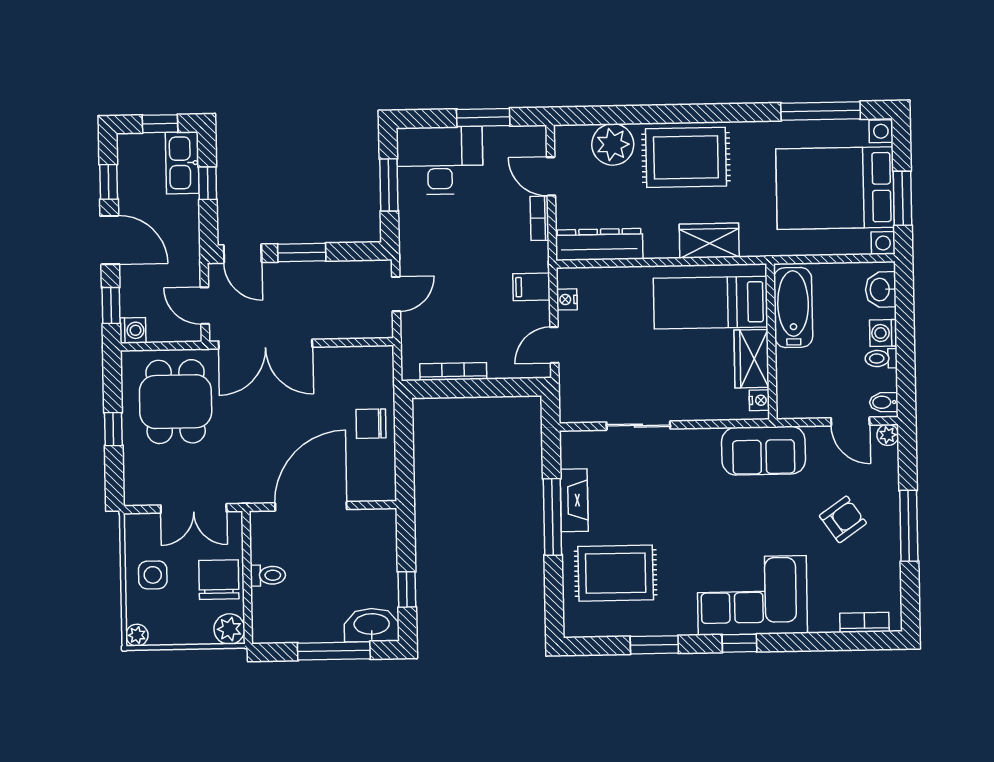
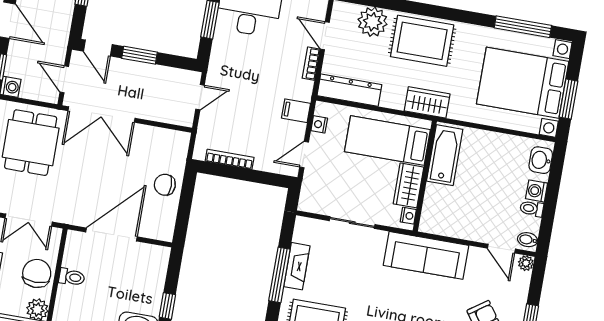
bed: (711, 303) -> (387, 141), moved
bathtub: (793, 307) -> (445, 155), moved
wall: (771, 342) -> (425, 176), moved
wardrobe: (752, 359) -> (408, 185), moved
nightstand: (759, 400) -> (408, 216), moved
sofa: (764, 451) -> (426, 255), width x1.36

